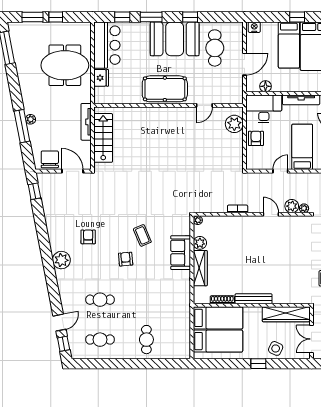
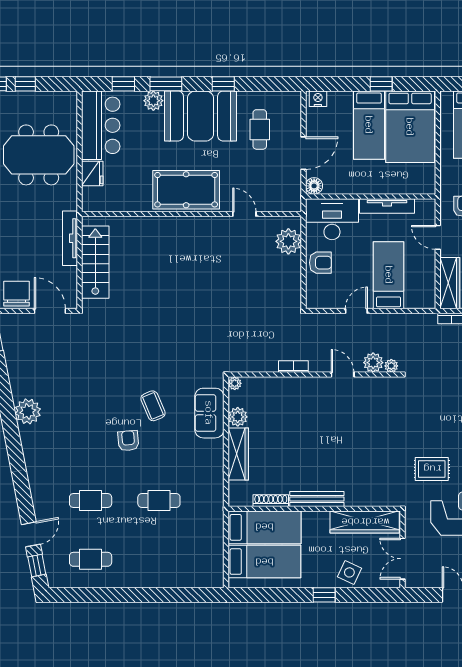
plant: (143, 28) -> (153, 101), added
cafe table: (215, 48) -> (260, 129), width x0.73, depth x0.74
floor lamp: (265, 86) -> (314, 186), moved
door: (204, 105) -> (244, 214), swing flipped
armchair: (256, 138) -> (320, 263), turned 90
armchair: (88, 237) -> (73, 408), removed
sofa: (181, 253) -> (209, 413), moved
plant: (61, 260) -> (28, 411), moved
cafe table: (146, 340) -> (159, 501), moved, turned 90

